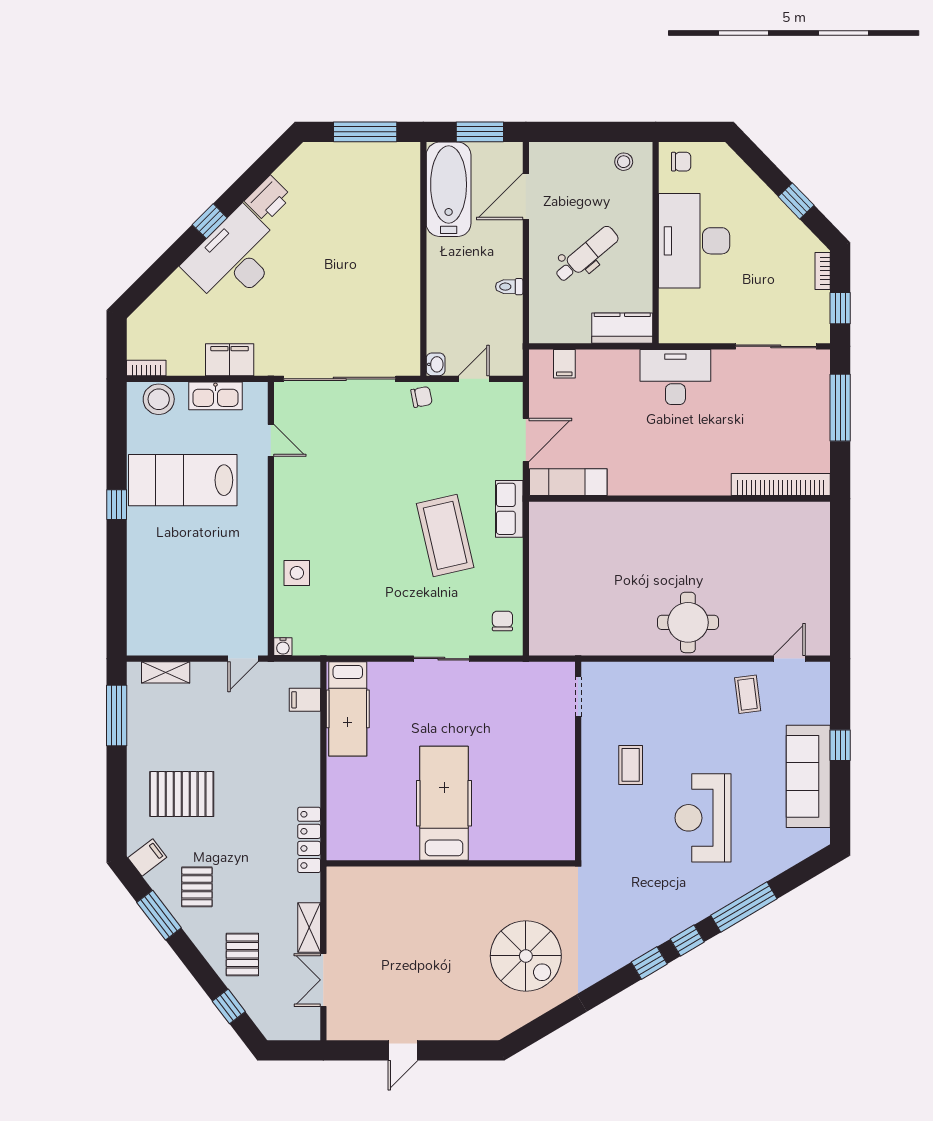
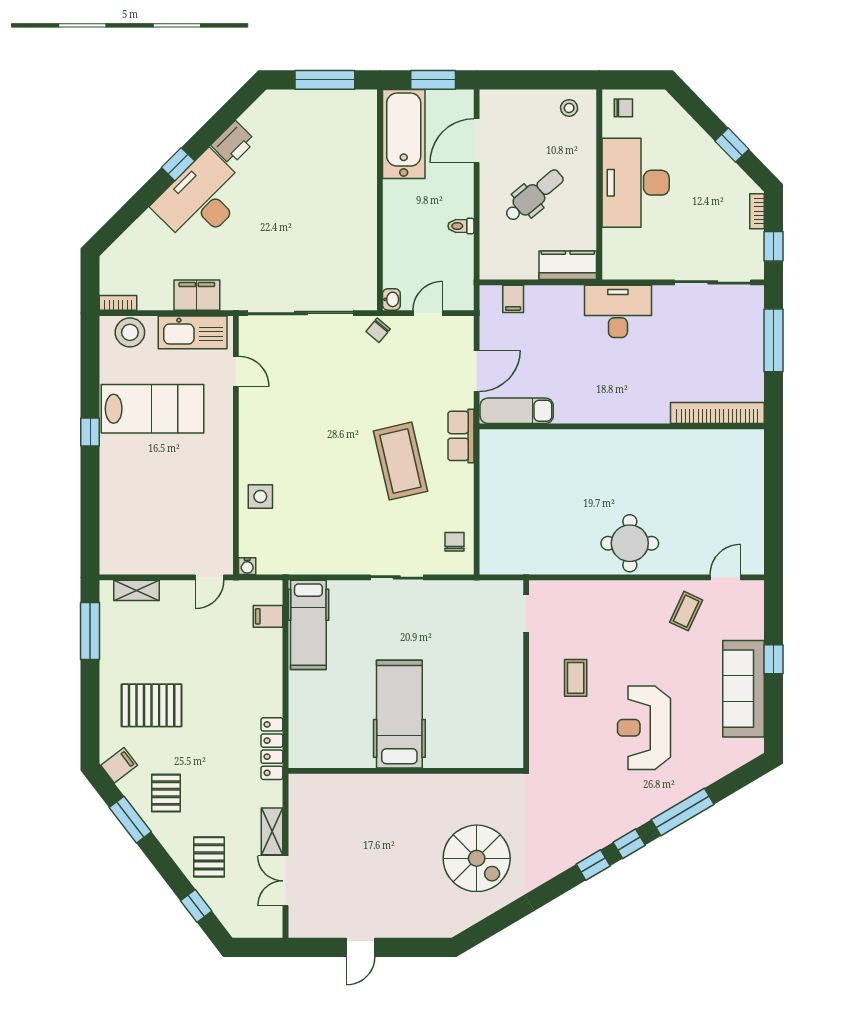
kitchen sink: (215, 396) -> (193, 332), width x1.36, depth x1.24
chair: (421, 397) -> (378, 330), turned 141
lab bench: (183, 480) -> (153, 409), turned 180
coffee table: (748, 694) -> (686, 611), turned 32

